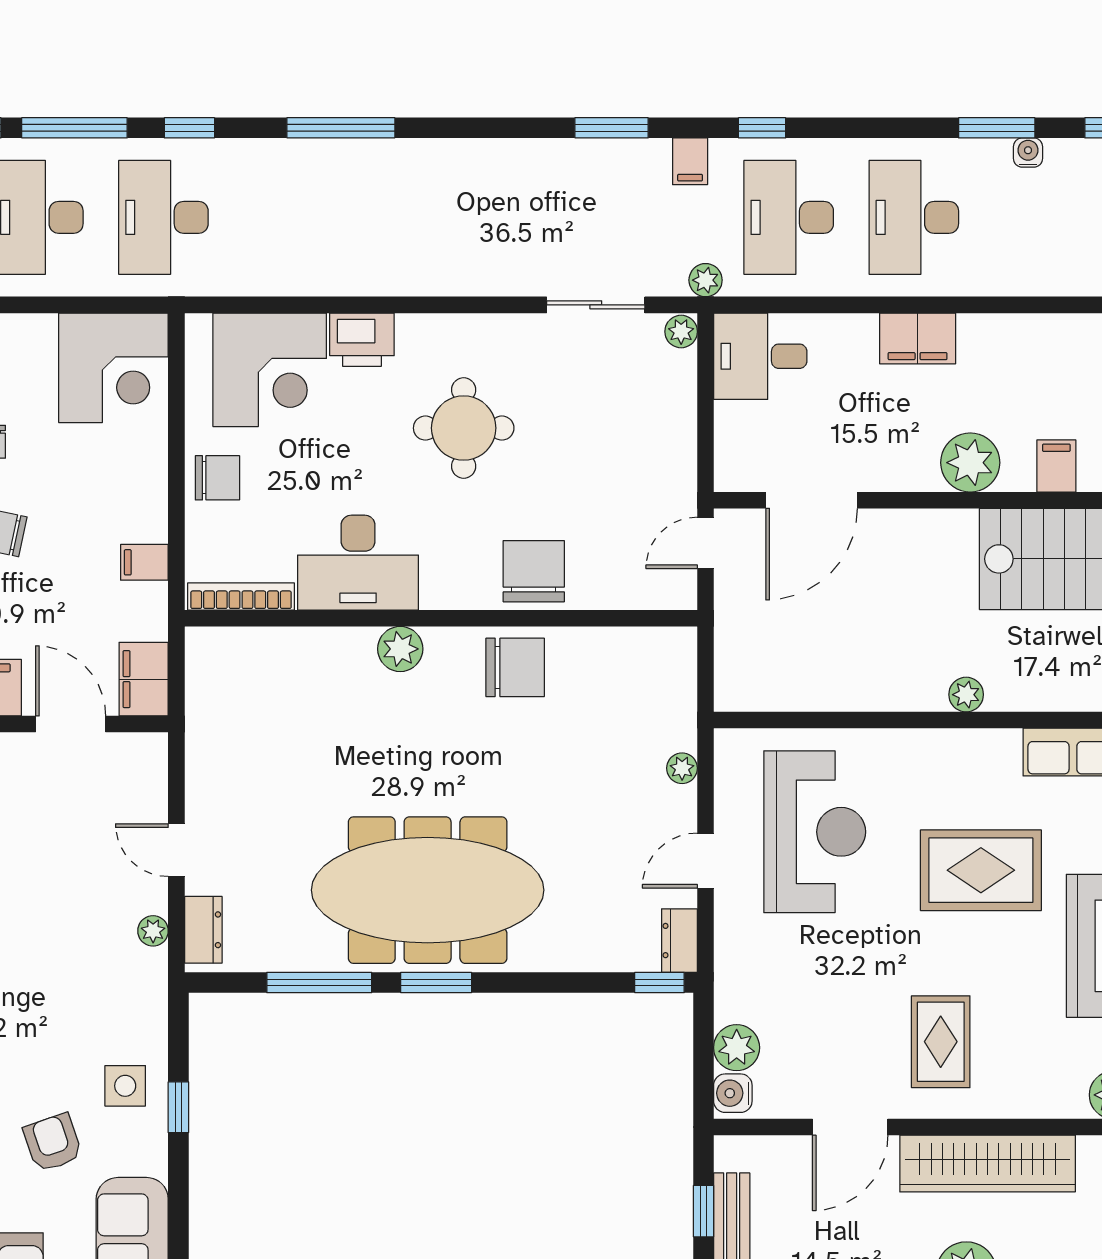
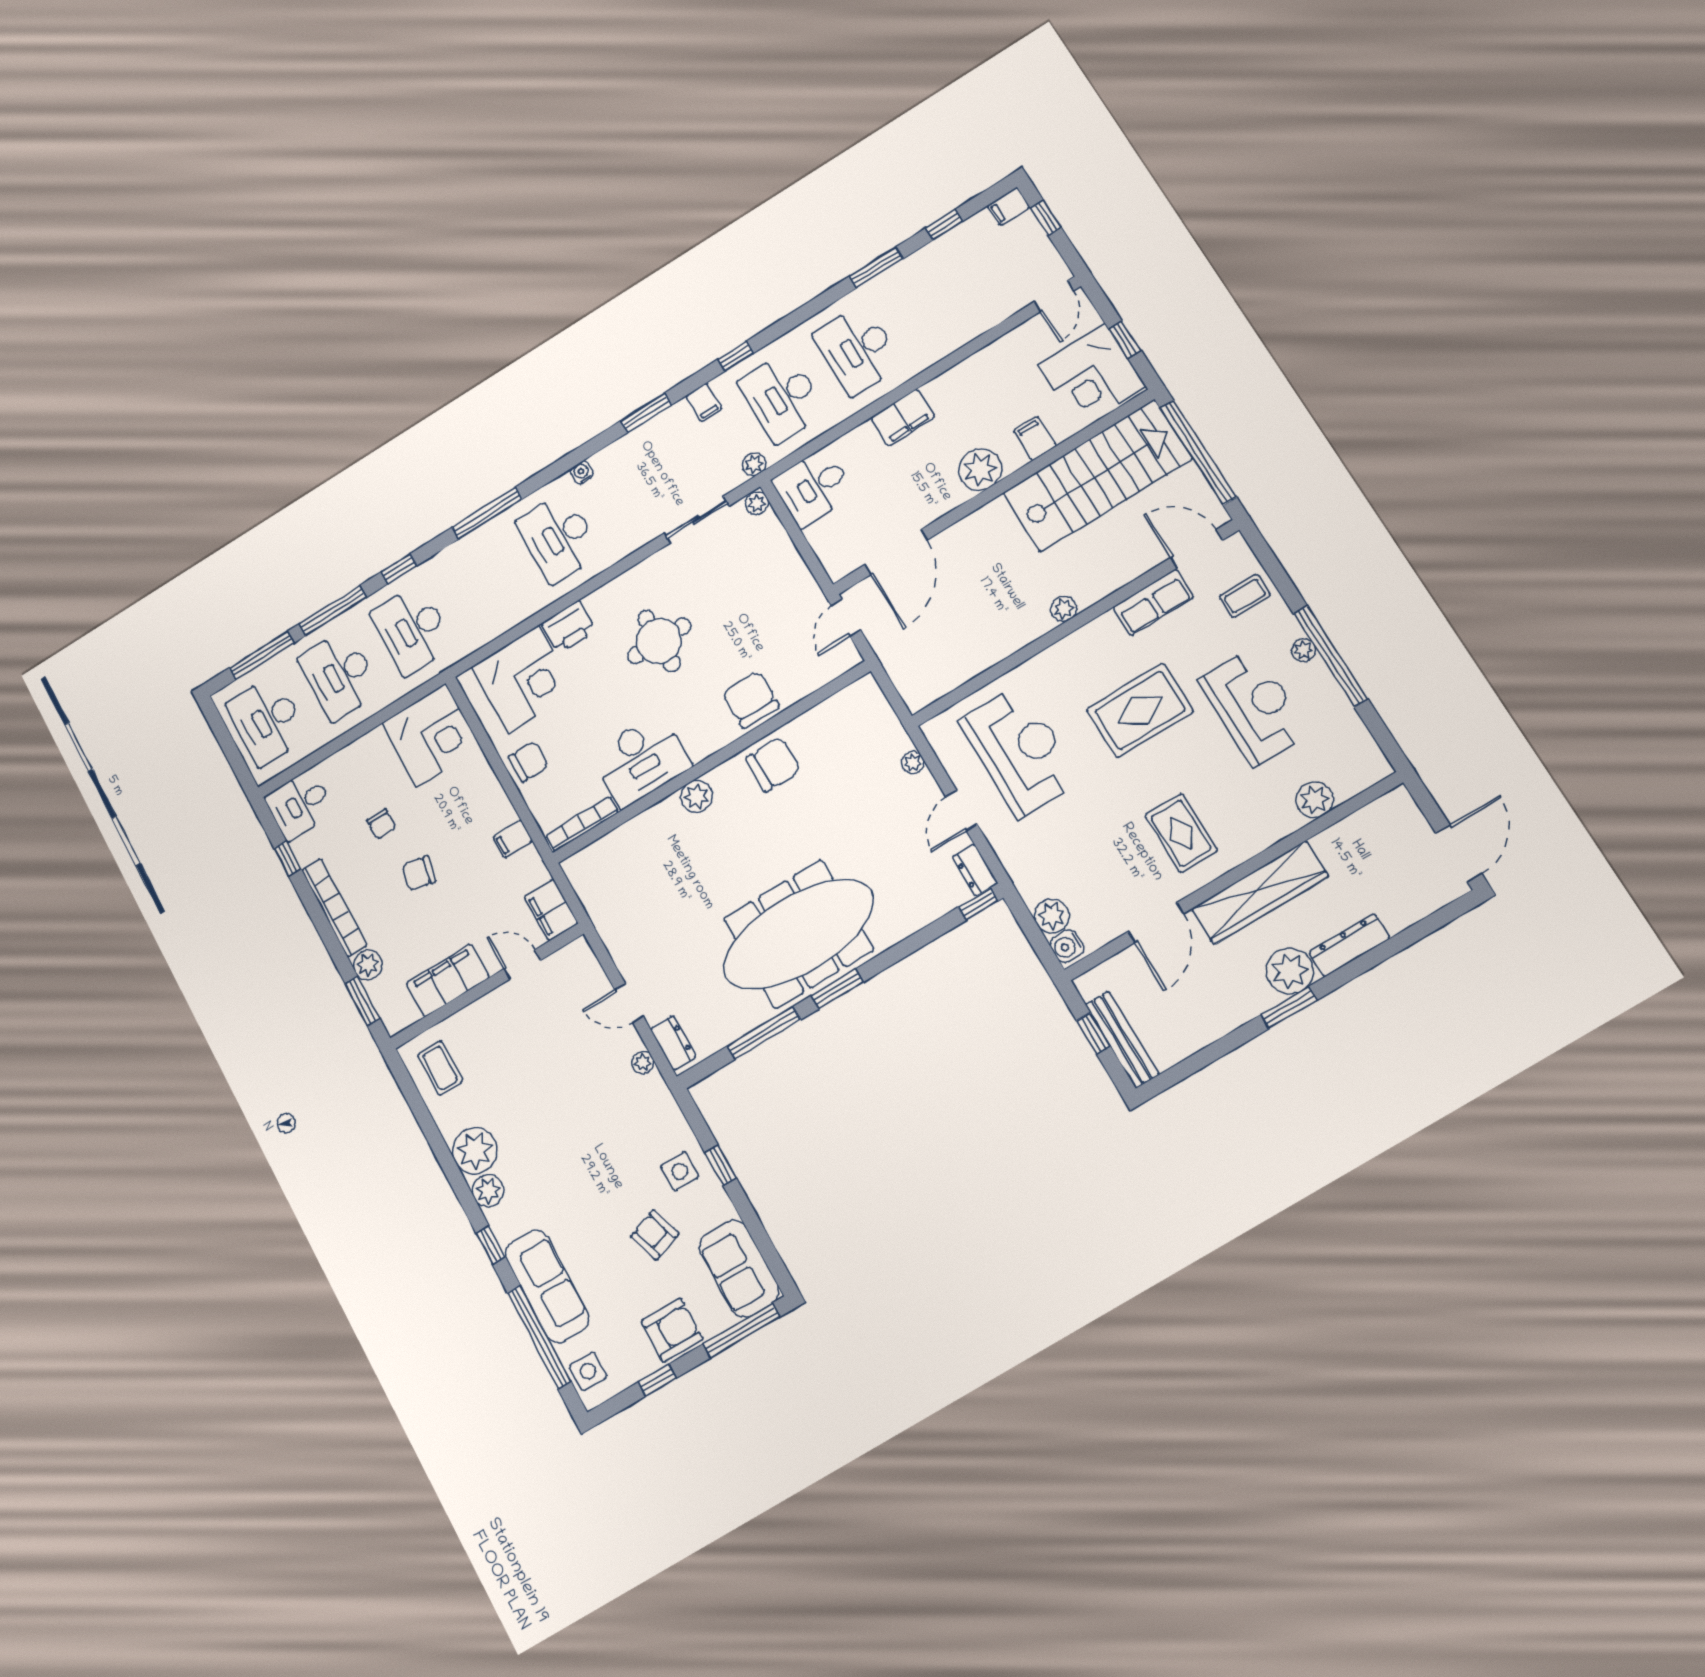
water cooler: (1028, 153) -> (582, 473), moved
desk: (414, 217) -> (559, 537), added
door: (71, 724) -> (522, 964), width x0.73

